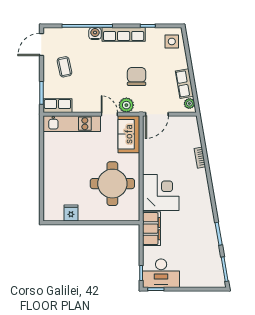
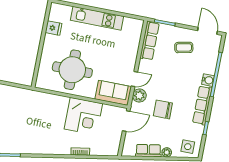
chair: (137, 77) -> (163, 109), turned 180
plant: (189, 103) -> (167, 152), moved
row of seats: (57, 106) -> (150, 41), width x1.48
door: (157, 114) -> (126, 121), swing flipped
kitchen unit: (72, 124) -> (97, 18), moved, turned -90
corner desk: (161, 192) -> (83, 116), moved
filing cabinet: (152, 229) -> (26, 97), removed

